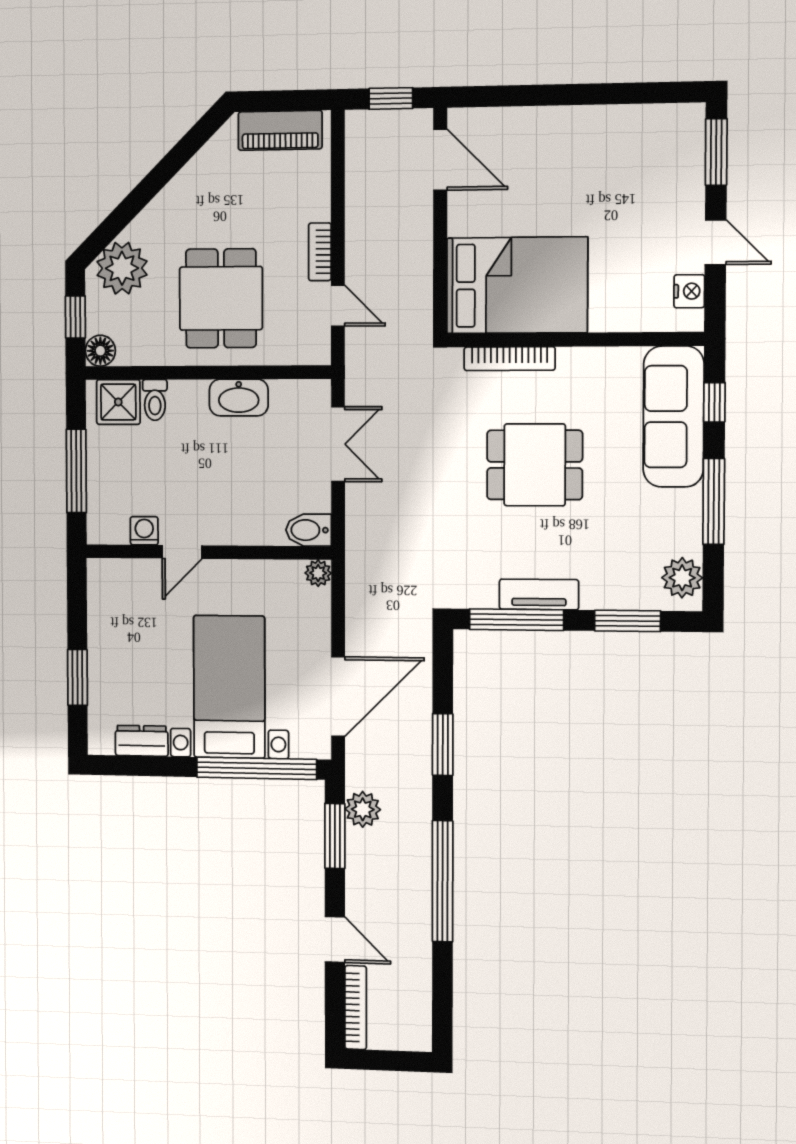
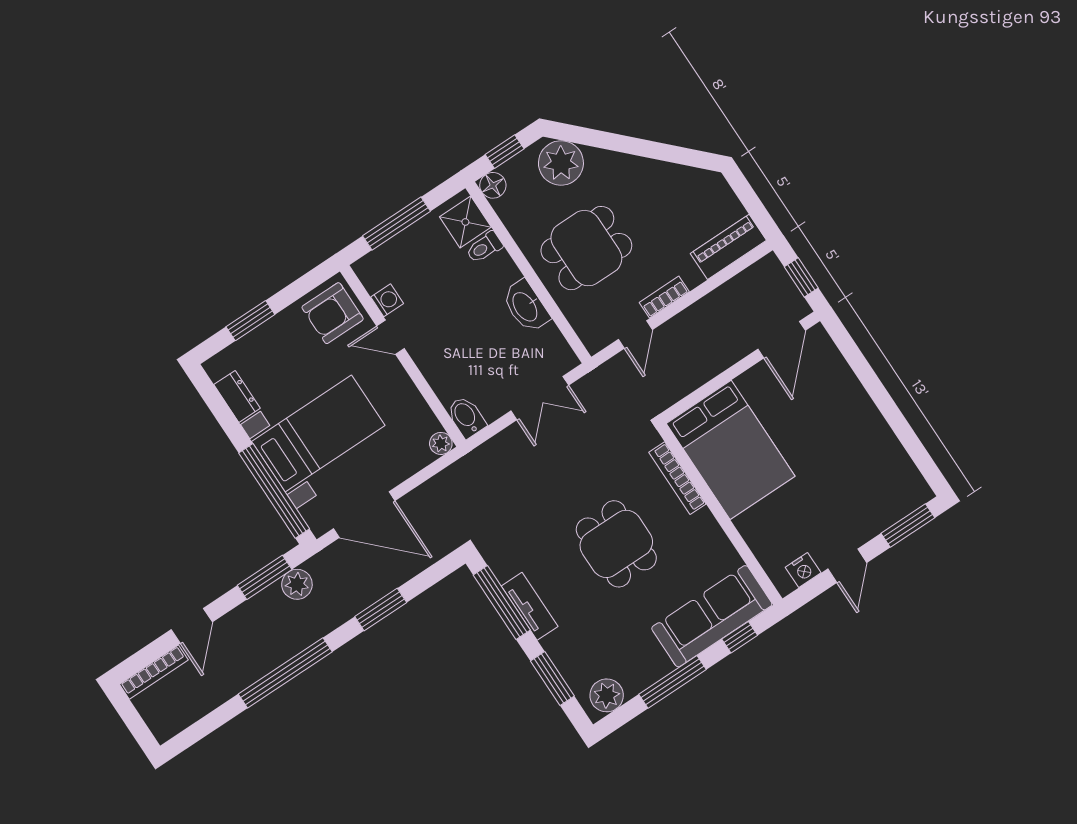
piano: (280, 130) -> (728, 247), moved, turned 90
armchair: (122, 593) -> (333, 313), added

